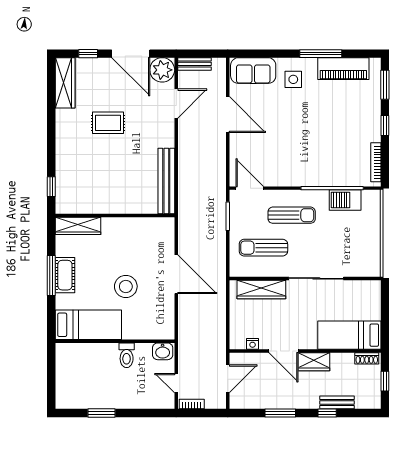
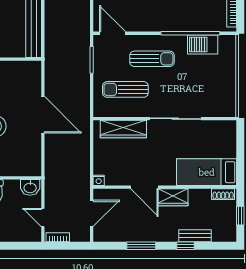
nightstand: (253, 344) -> (99, 180), moved

